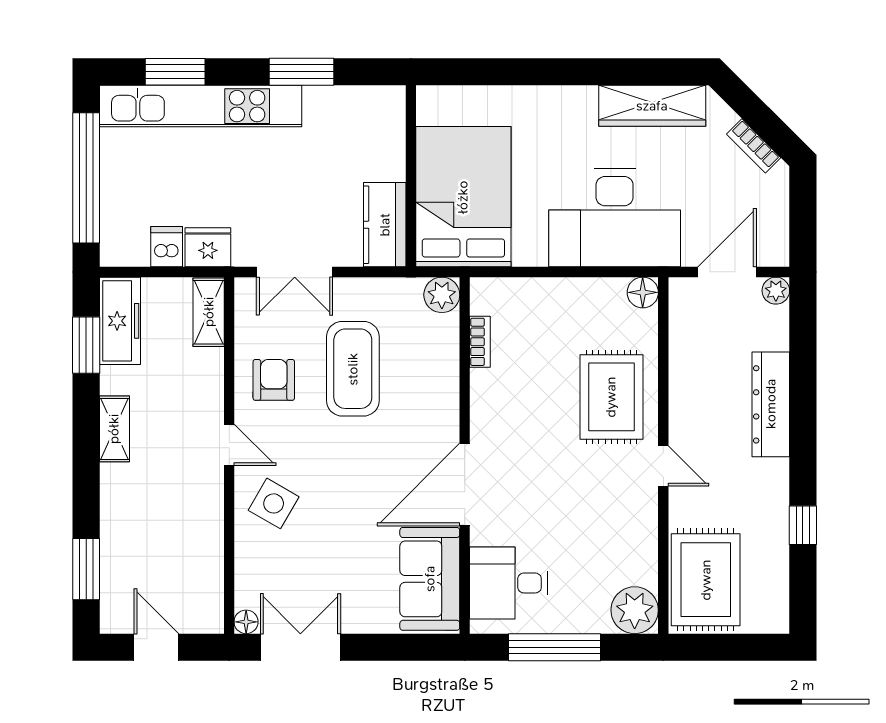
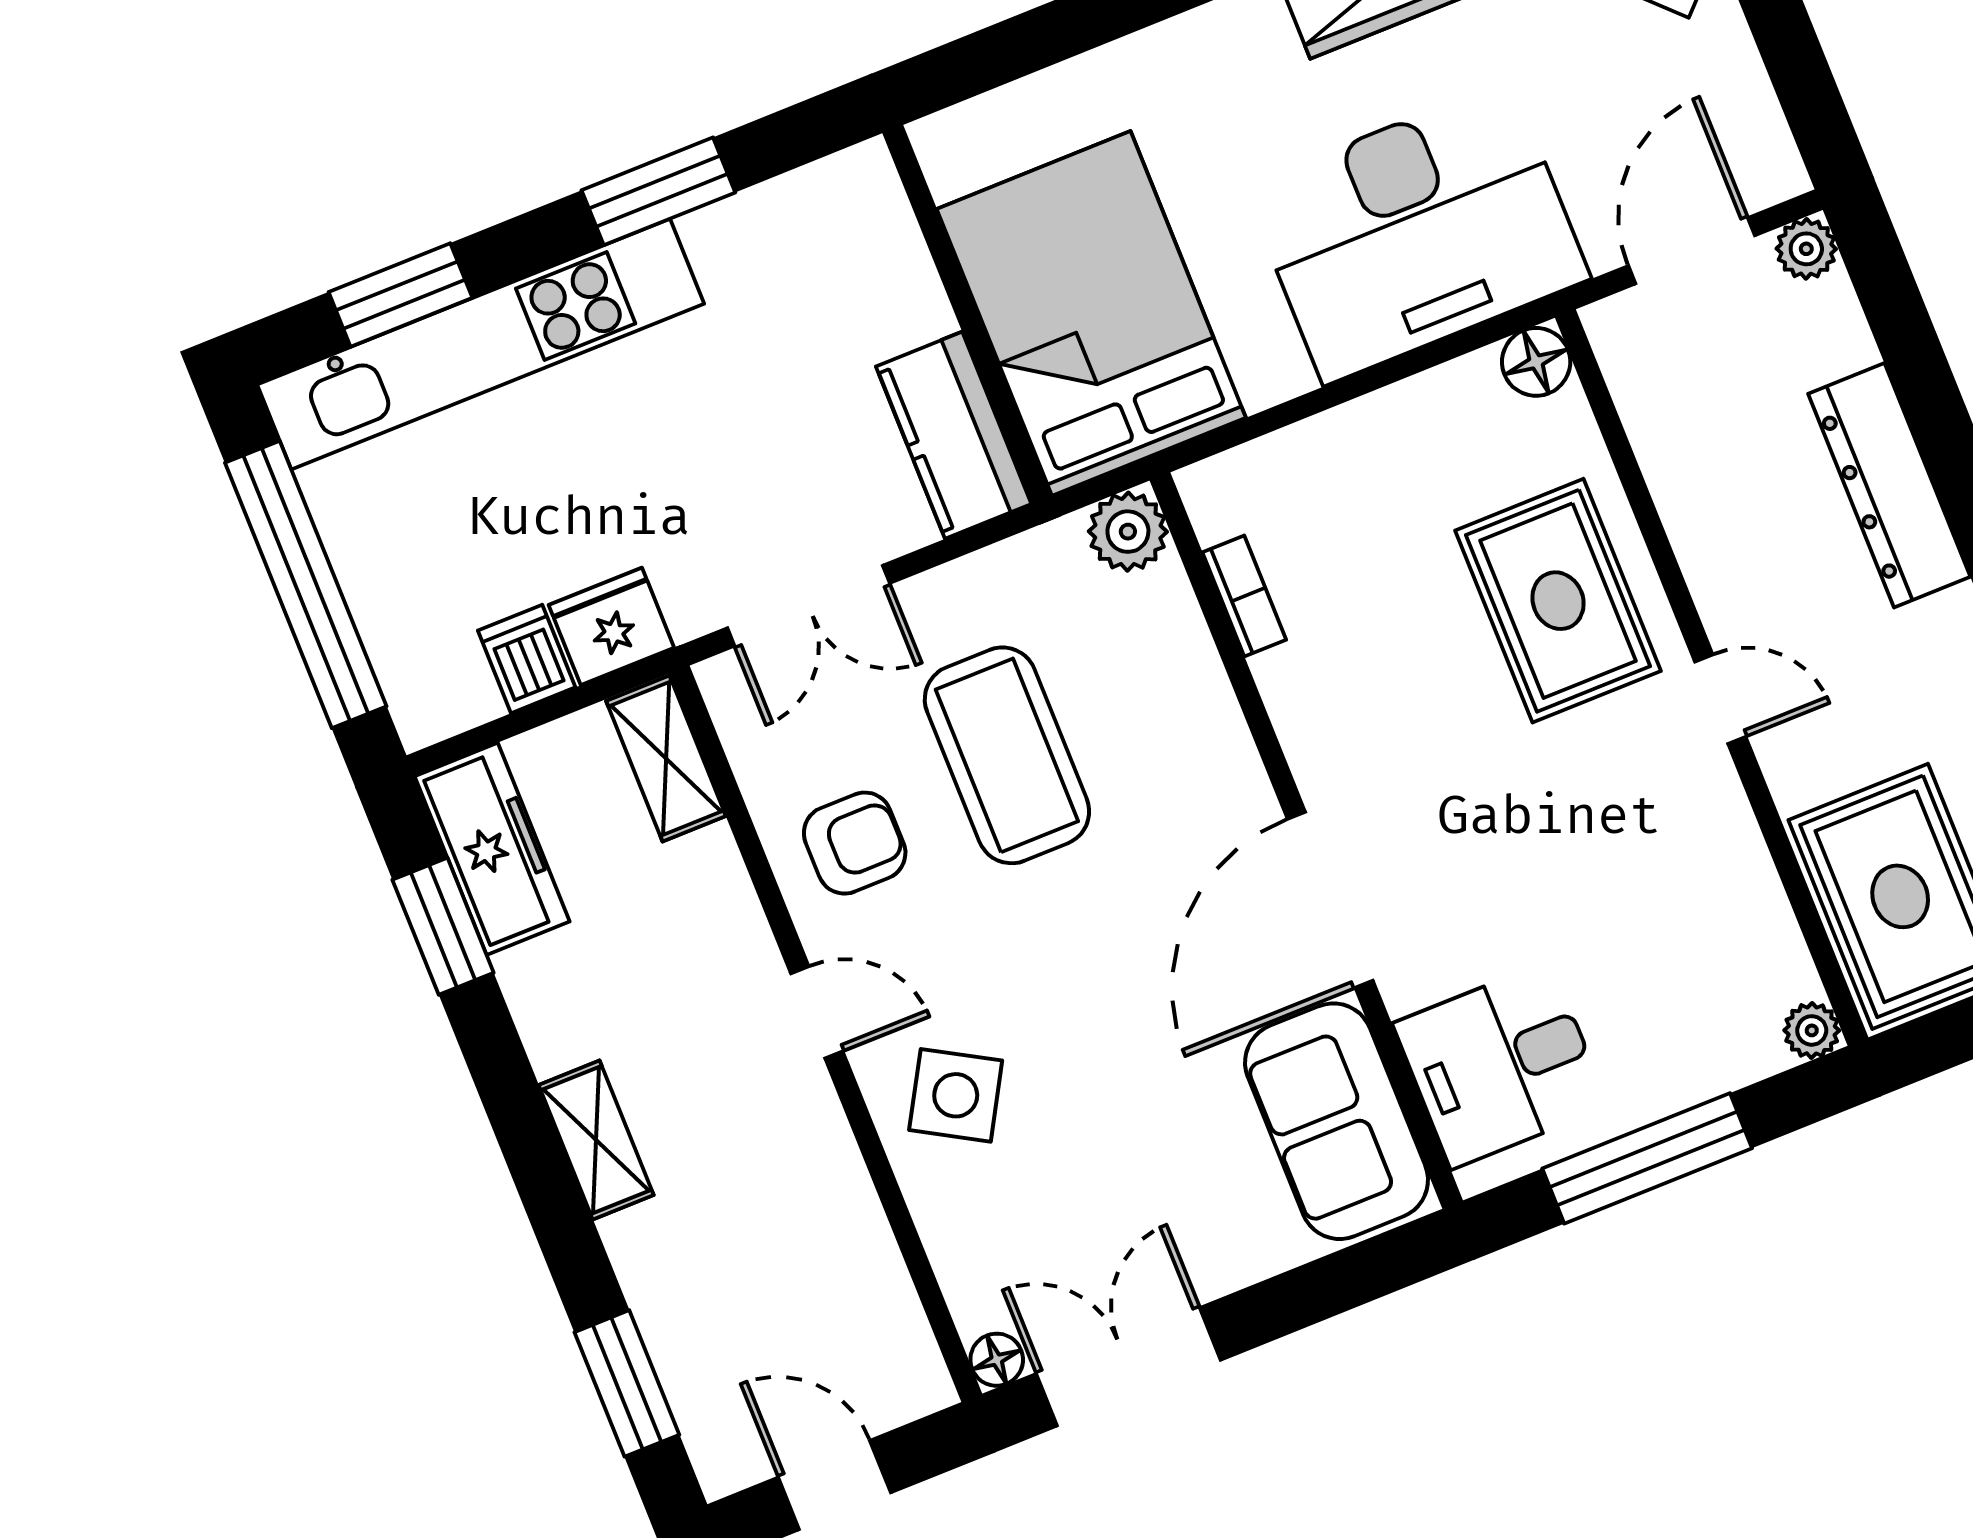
armchair: (274, 380) -> (855, 843), turned 90
shelving: (114, 429) -> (596, 1140), moved
plant: (635, 610) -> (1812, 1030), width x0.53, depth x0.53

